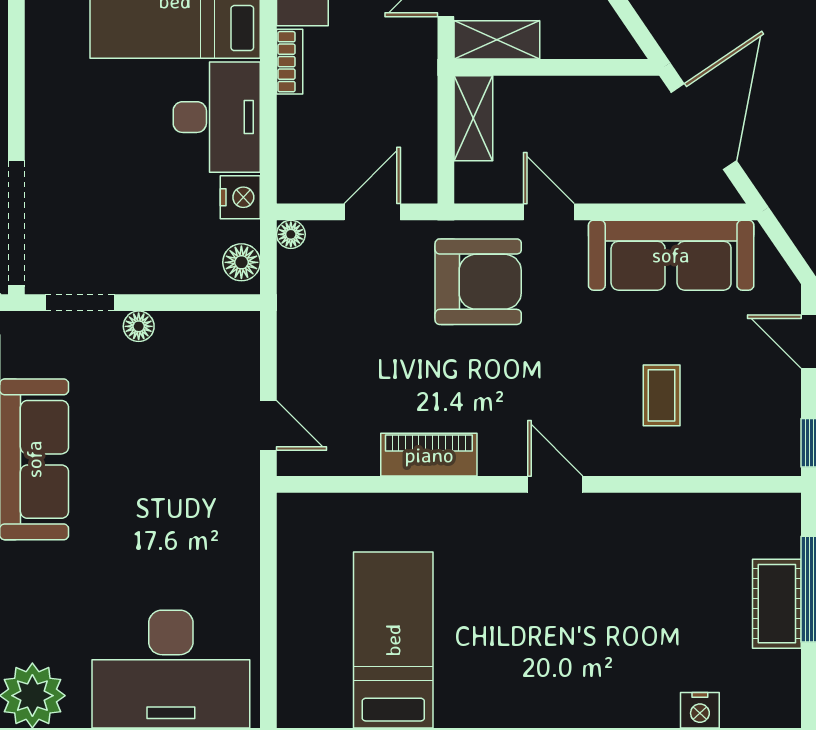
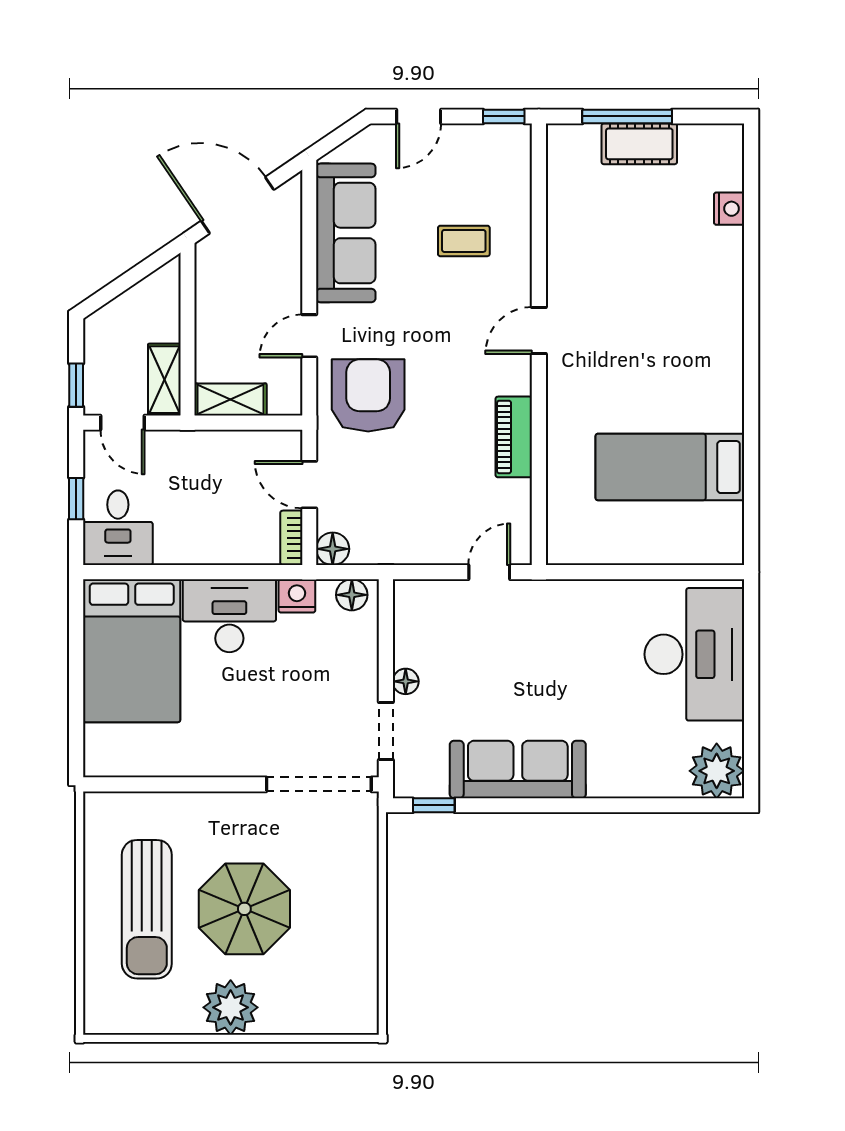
bookcase: (290, 62) -> (291, 538), moved, turned -90
floor lamp: (291, 234) -> (333, 549), width x1.37, depth x1.37

